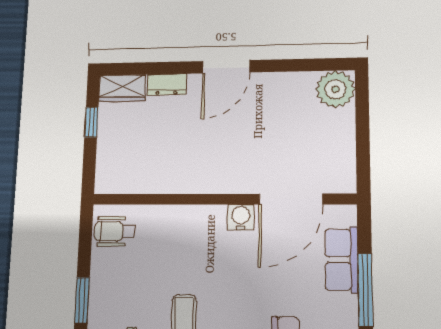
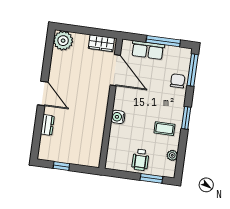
wardrobe: (122, 88) -> (101, 43), moved, turned 90
water cooler: (241, 217) -> (118, 117), moved
wheelchair: (115, 231) -> (140, 160), moved

